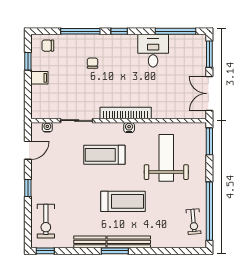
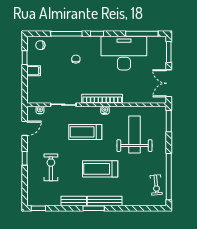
desk: (153, 51) -> (124, 53), width x1.87, depth x1.30
treadmill: (123, 201) -> (100, 169), turned 180
exercise bike: (46, 221) -> (51, 167), moved, turned 180

